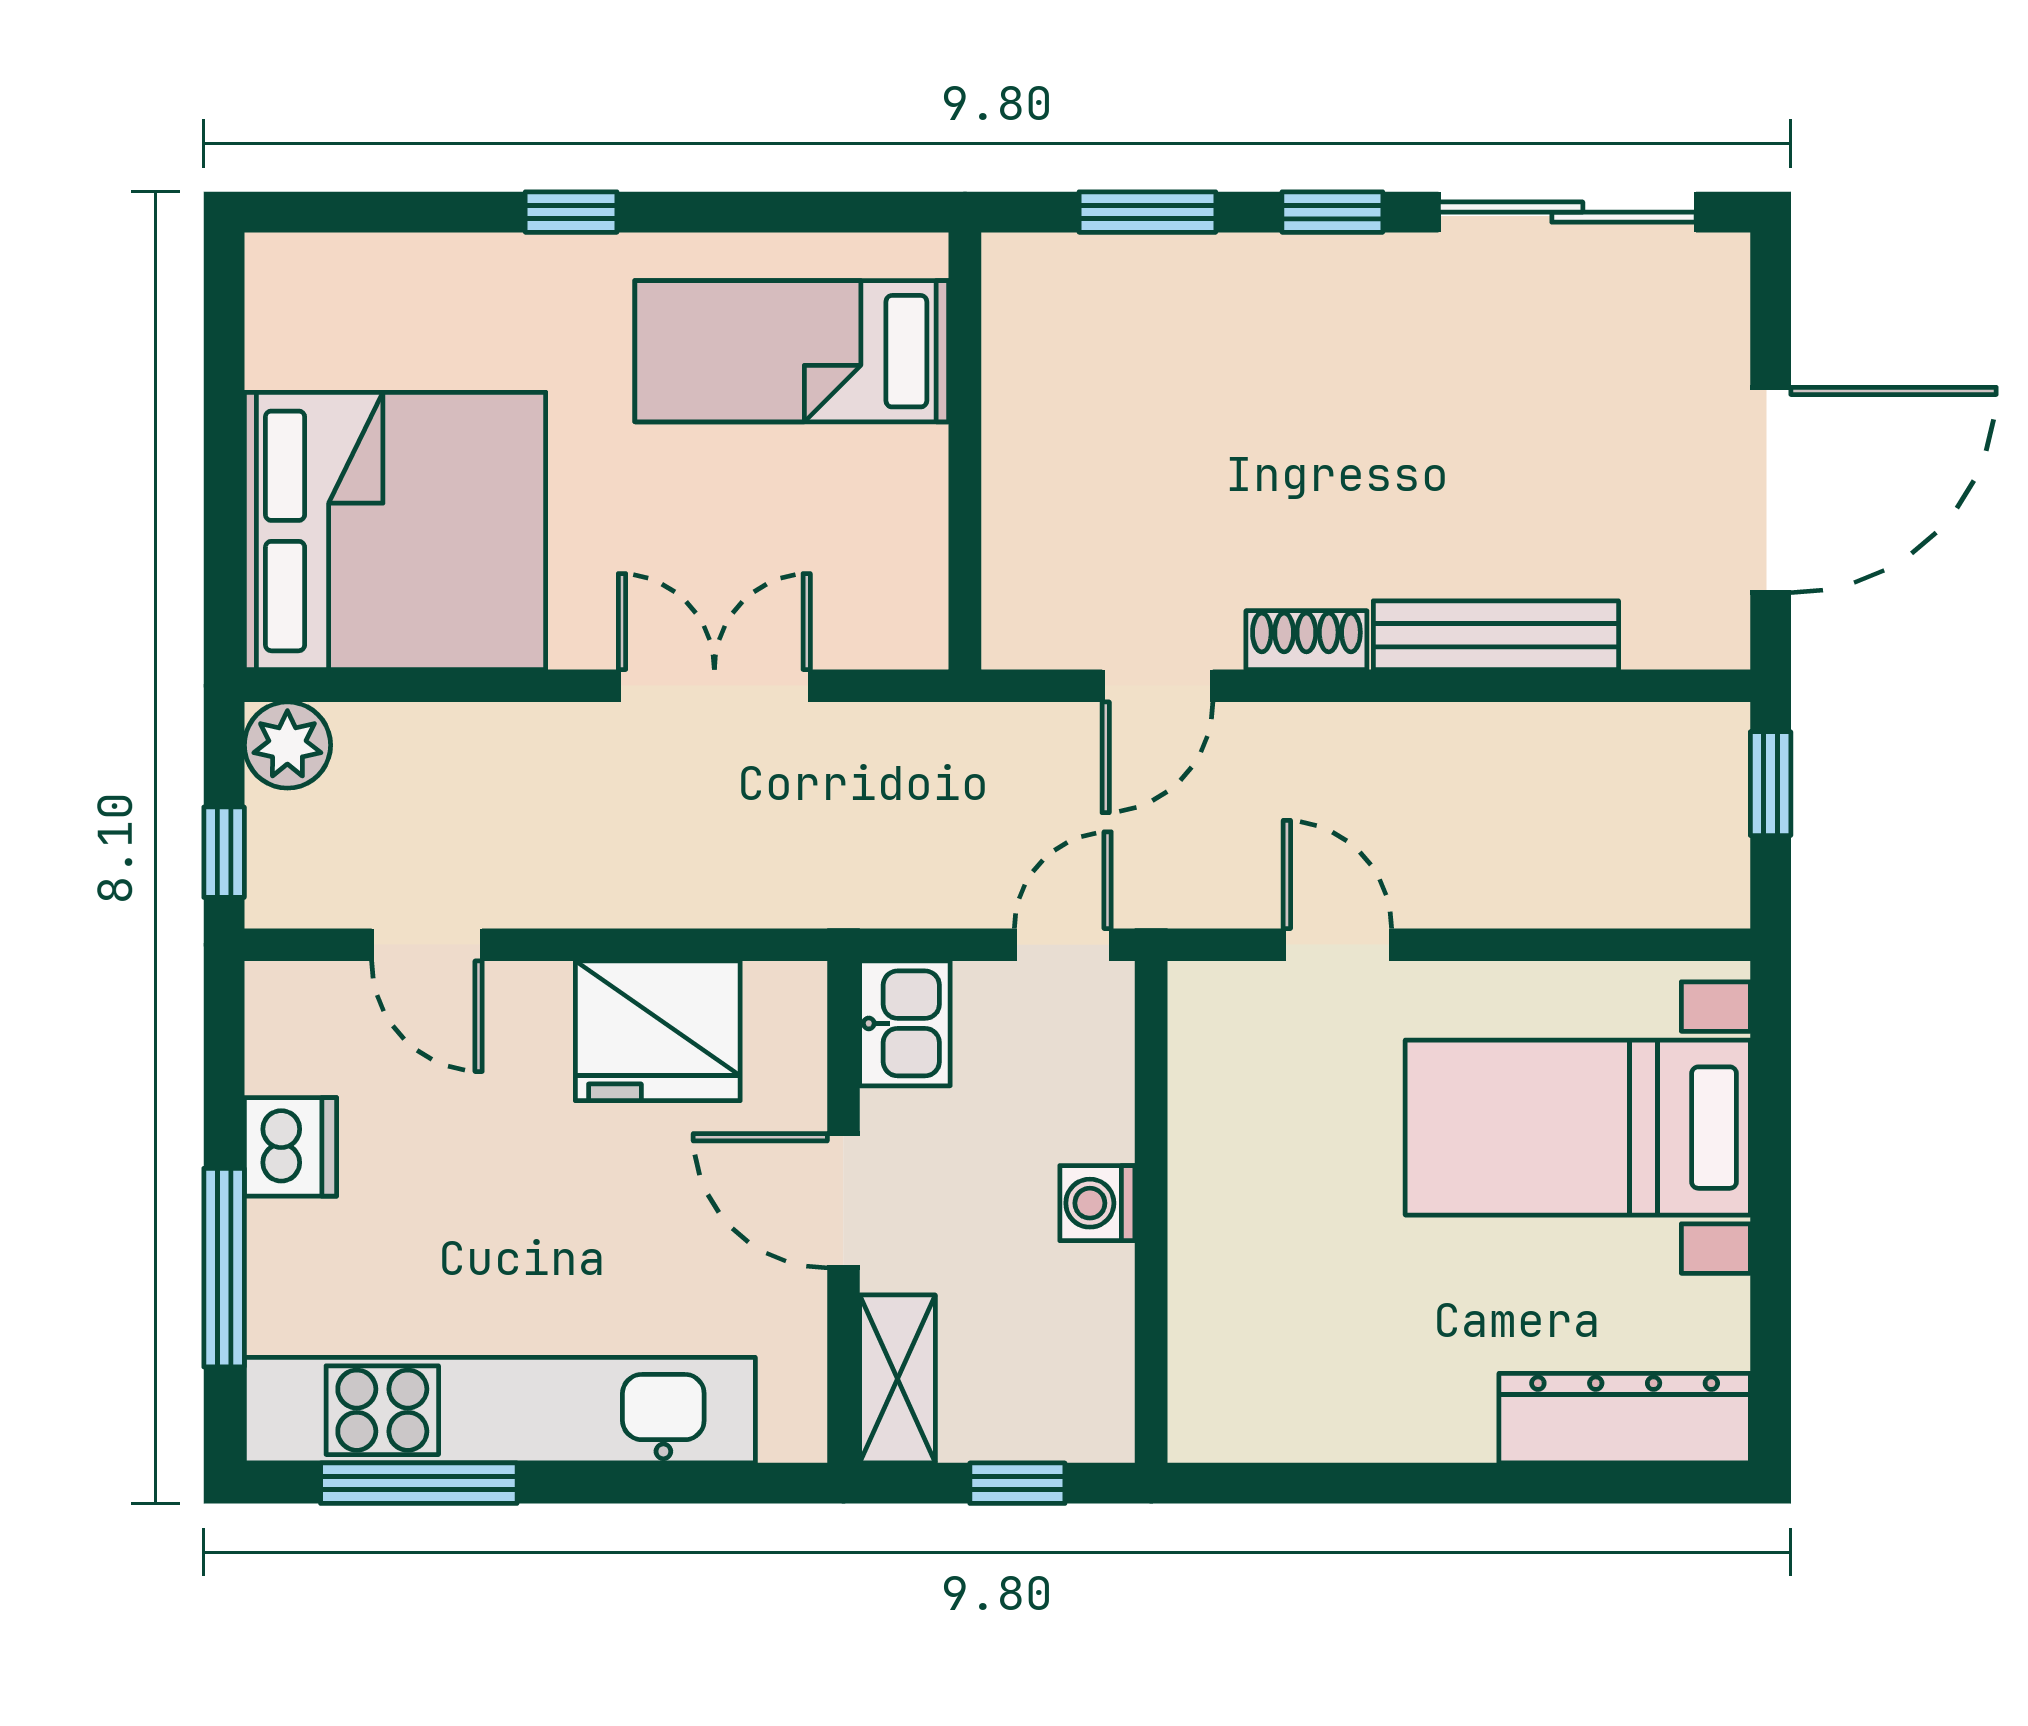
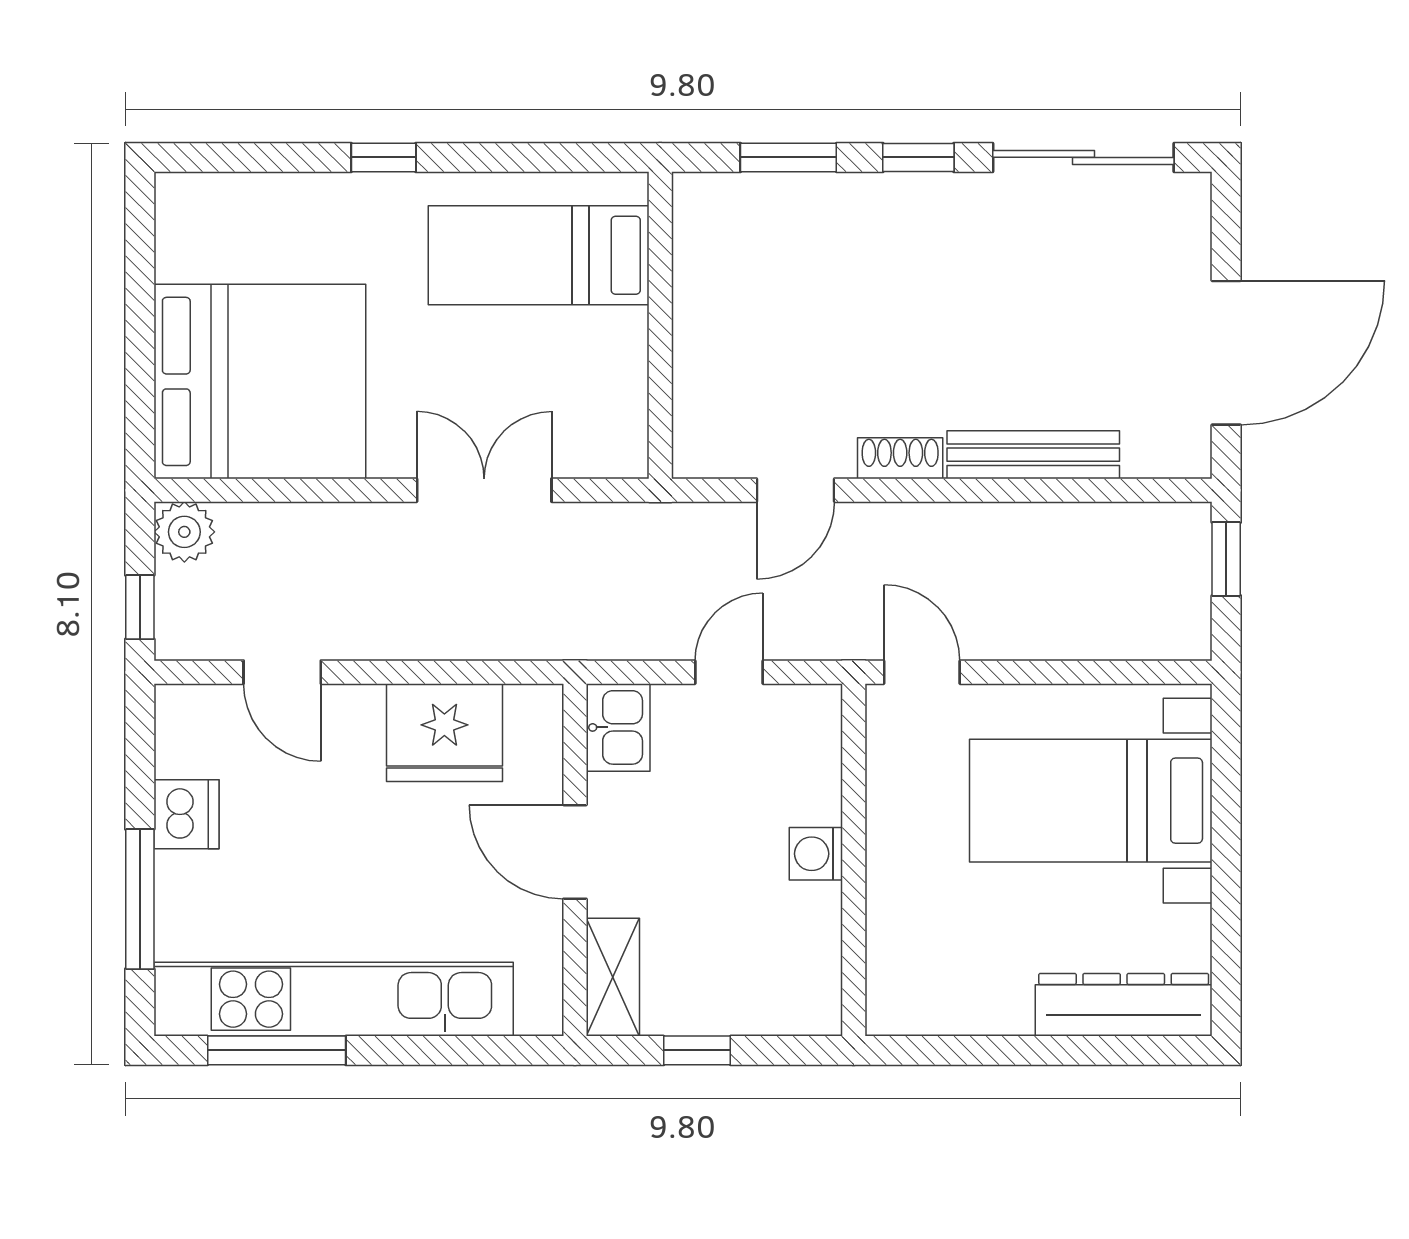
washing machine: (1097, 1203) -> (816, 854), moved
wall: (1151, 1212) -> (854, 860), moved

